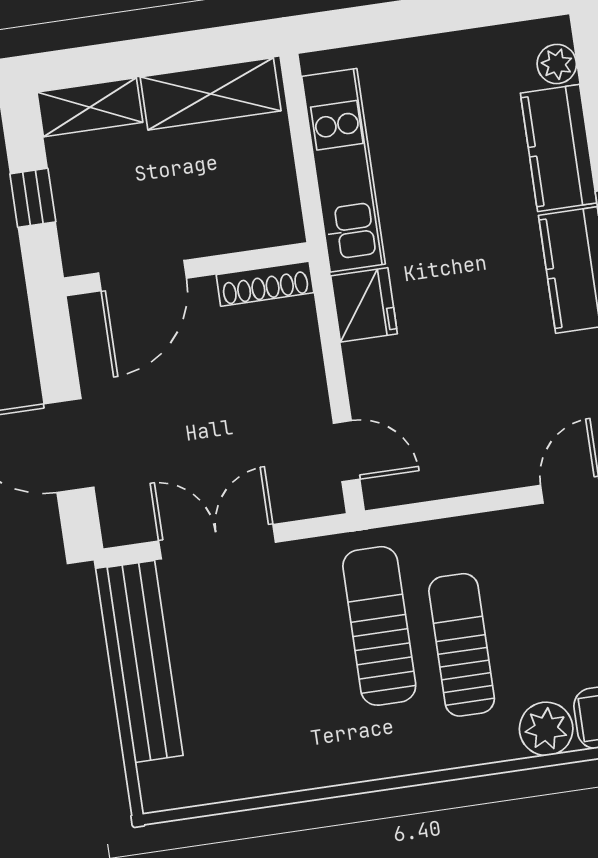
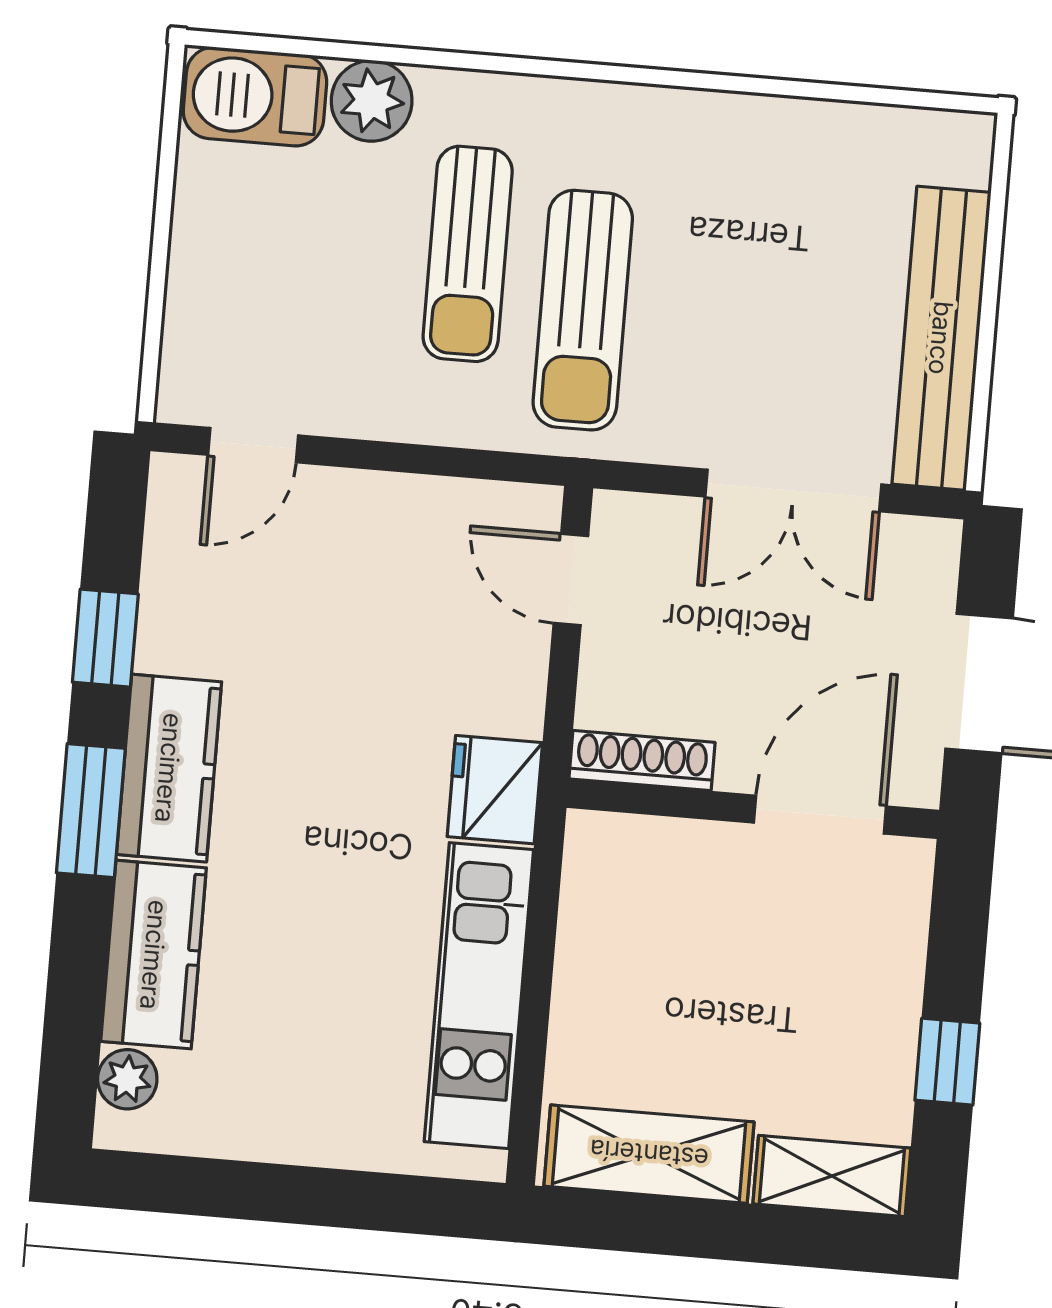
wall: (187, 269) -> (753, 809), moved
door: (143, 276) -> (820, 815), moved
shoe rack: (265, 284) -> (642, 761), moved

